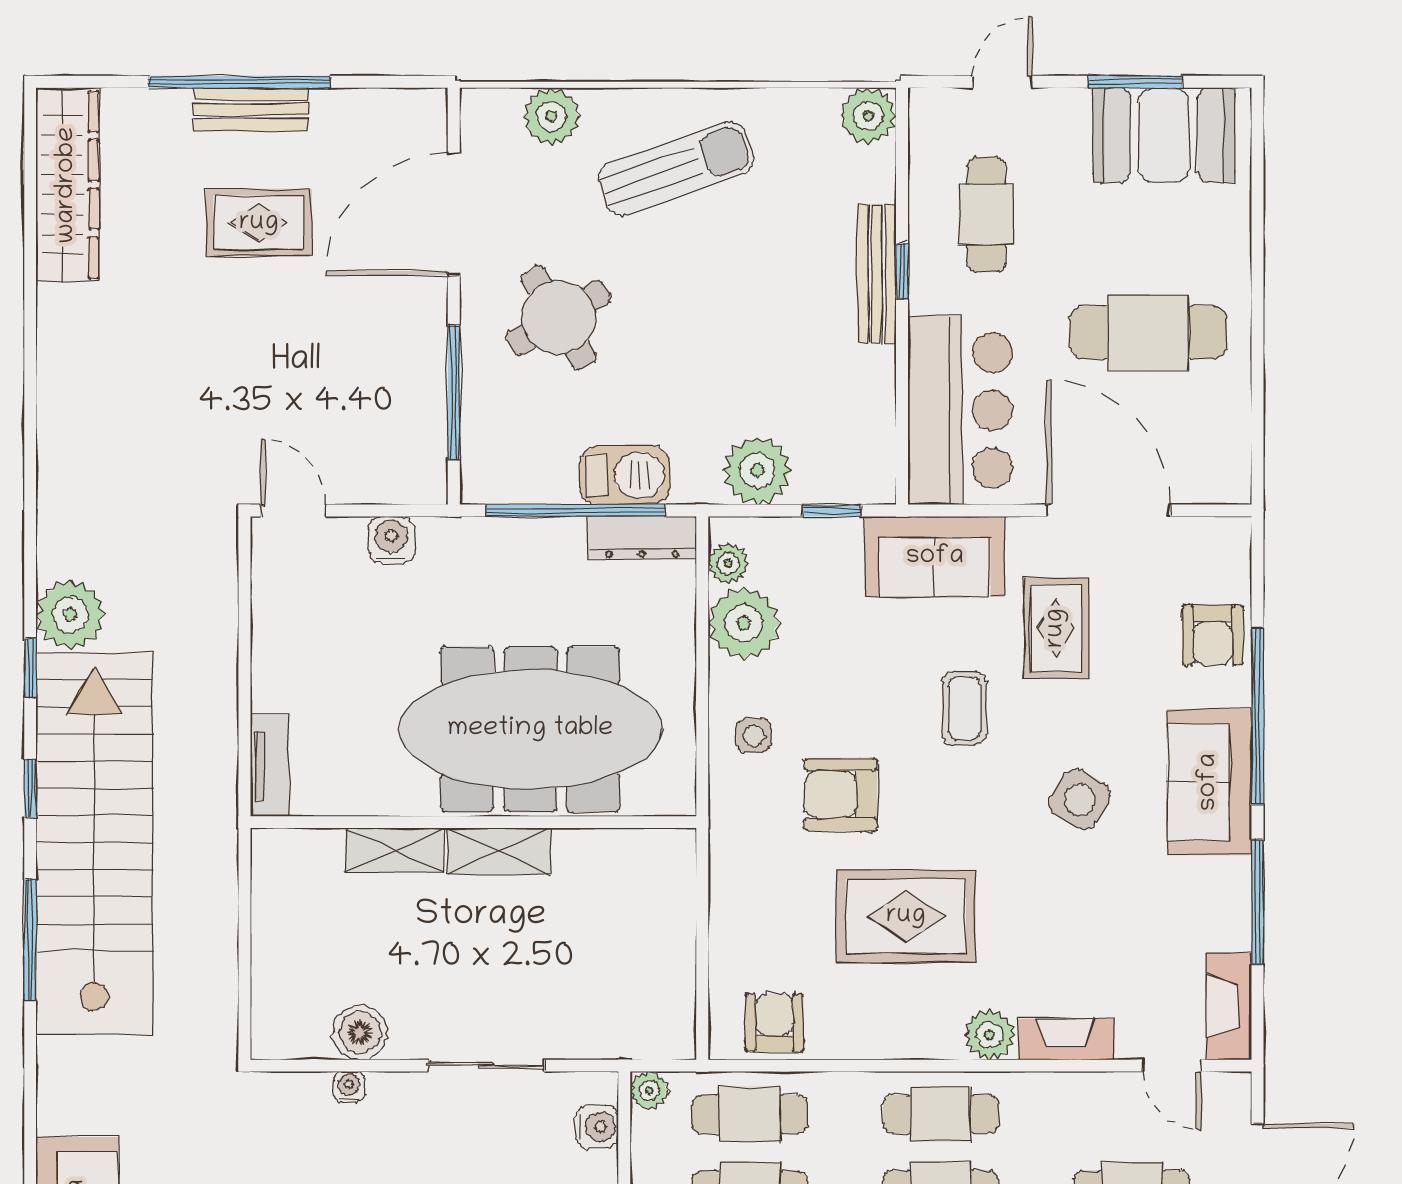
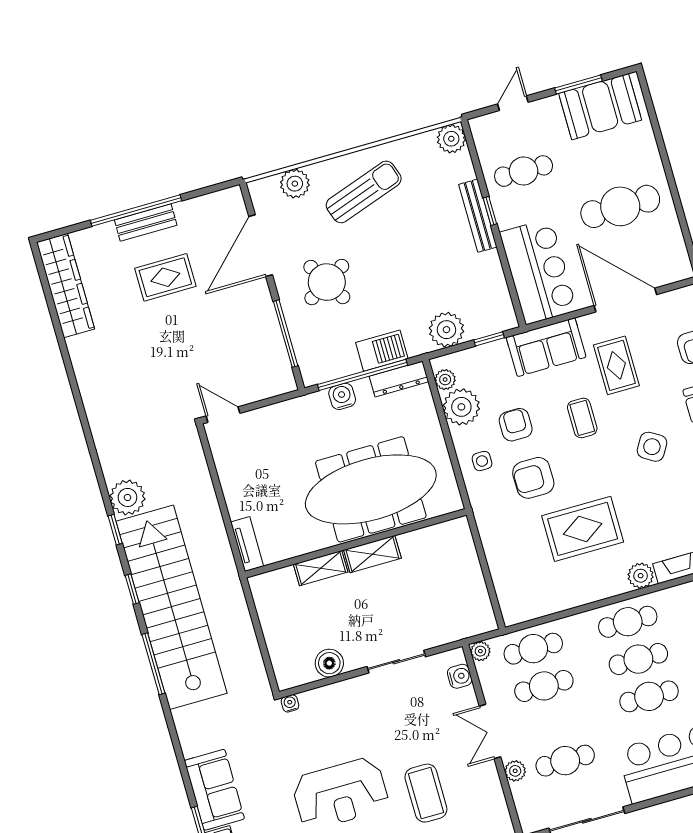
cafe table: (986, 215) -> (524, 171), turned 90
water cooler: (391, 540) -> (342, 396), moved
armchair: (774, 1023) -> (516, 425), moved
water cooler: (349, 1087) -> (290, 703), moved

